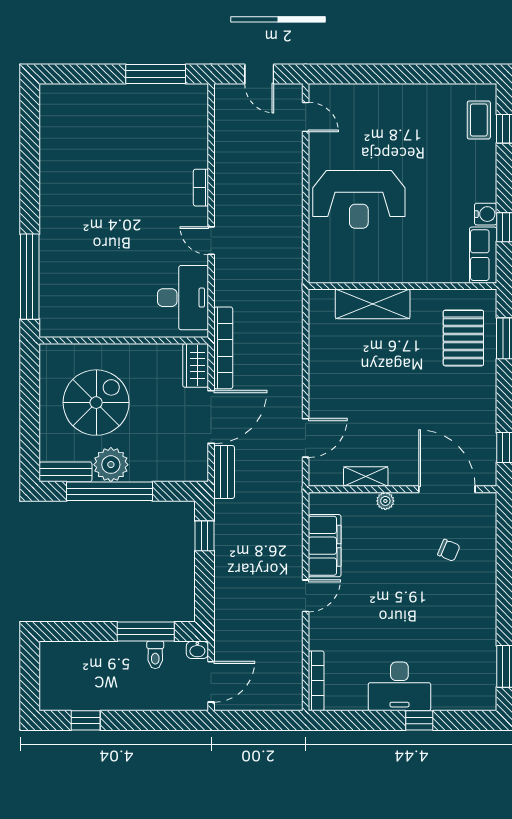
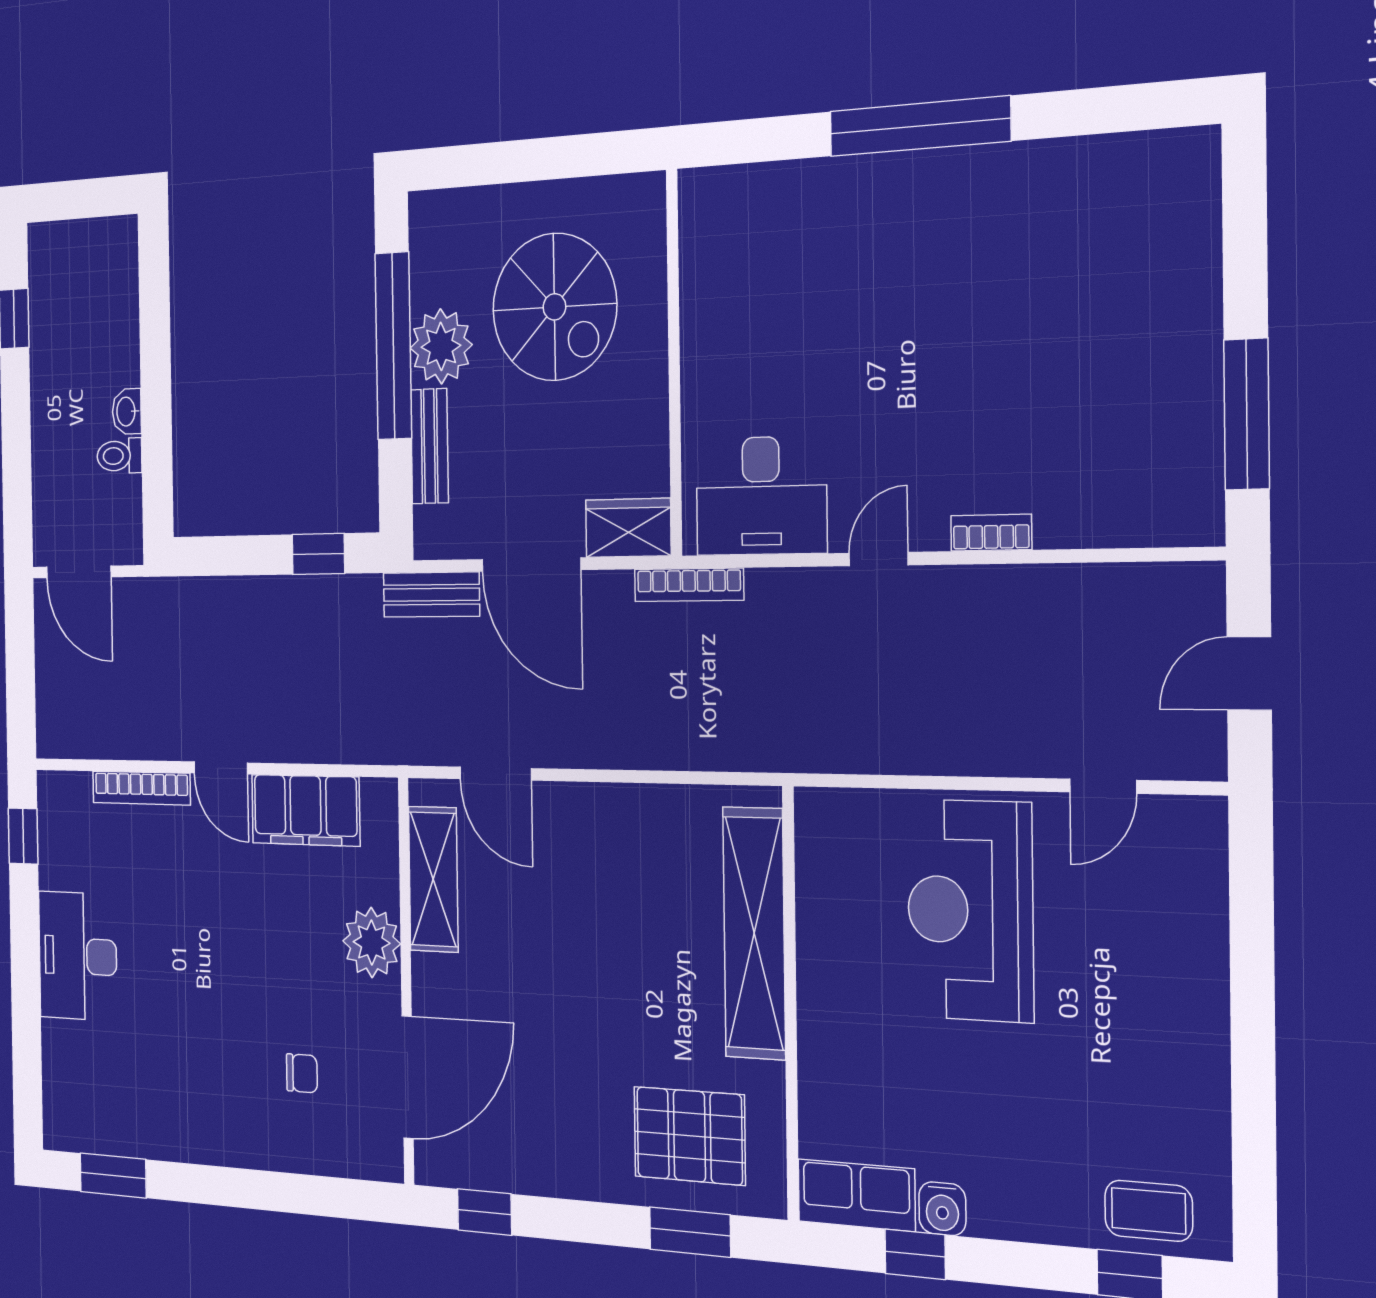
door: (306, 117) -> (1103, 786), moved
window: (30, 277) -> (920, 126), moved
shelving: (373, 304) -> (754, 933), width x1.47
bookcase: (223, 348) -> (689, 585), width x0.68, depth x0.76
bench: (66, 472) -> (429, 446), moved
shelving: (366, 477) -> (433, 879), width x1.50, depth x1.33
plant: (385, 501) -> (372, 942), width x1.88, depth x1.88
chair: (449, 550) -> (302, 1073), turned -113
window: (146, 632) -> (157, 435), removed
washbasin: (197, 650) -> (127, 412), moved
bookcase: (316, 681) -> (141, 788), moved
window: (419, 720) -> (23, 836), moved

